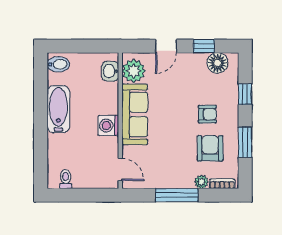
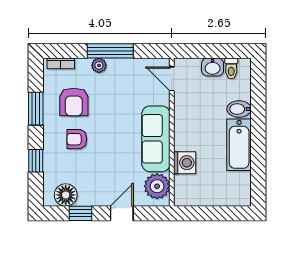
bidet: (58, 64) -> (239, 109), moved
washbasin: (110, 71) -> (213, 67), moved, turned 90
washing machine: (108, 126) -> (185, 163), moved
plant: (201, 182) -> (99, 65), moved

